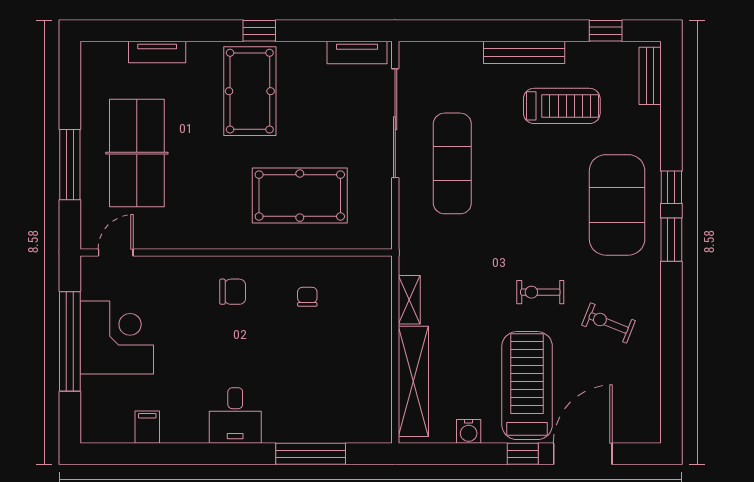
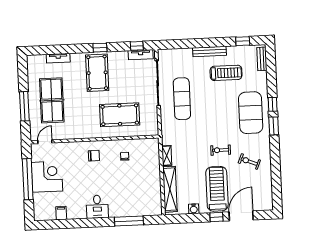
window: (349, 31) -> (137, 46), added

